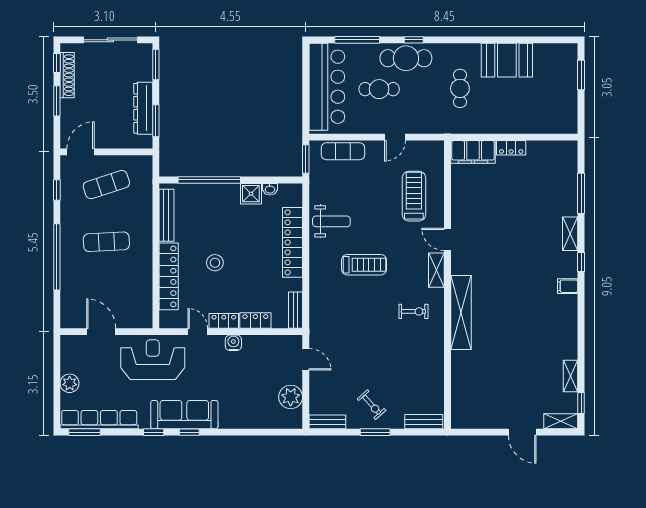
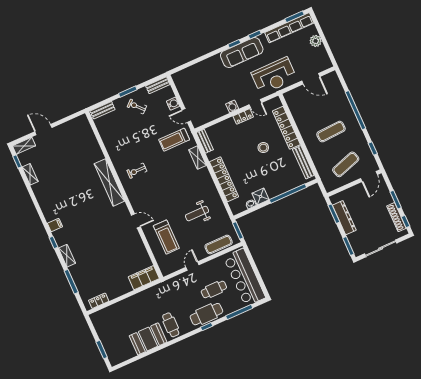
cafe table: (460, 88) -> (171, 325), moved
locker: (511, 148) -> (99, 301), moved
weight bench: (331, 221) -> (197, 214), moved
treadmill: (364, 265) -> (174, 140), moved
shelving: (436, 270) -> (198, 158), moved
locker: (255, 320) -> (225, 125), removed
water cooler: (317, 385) -> (173, 104), added
plant: (291, 397) -> (185, 90), removed

